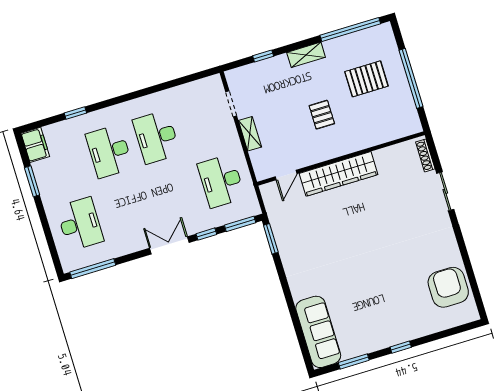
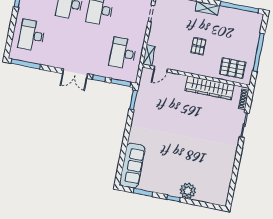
pallet: (366, 79) -> (233, 68), moved
shelving: (250, 134) -> (149, 55), moved
wardrobe: (338, 174) -> (210, 88), moved
desk: (80, 224) -> (32, 35), turned 180
double door: (169, 245) -> (75, 74), swing flipped
armchair: (448, 287) -> (218, 179), removed
plant: (415, 326) -> (188, 191), added

